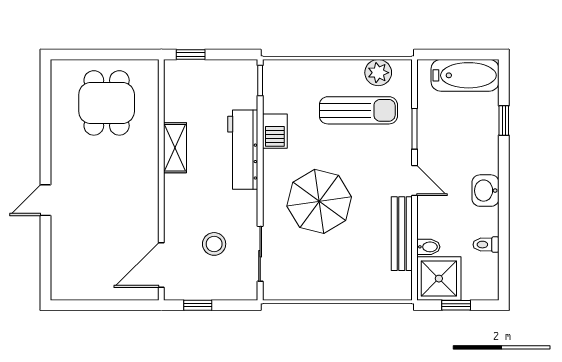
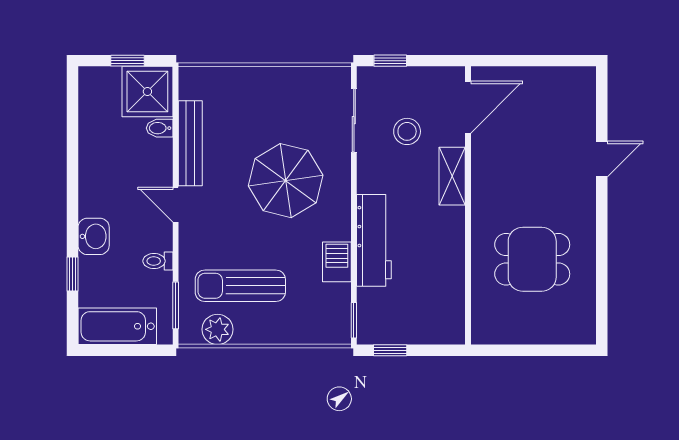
window: (191, 55) -> (390, 350), moved
dining table: (107, 103) -> (532, 259), moved, turned 90
window: (414, 129) -> (176, 305), moved
shelving: (175, 148) -> (452, 176), moved
washbasin: (485, 191) -> (94, 236), moved
door: (46, 200) -> (602, 159), moved
toilet: (486, 245) -> (158, 261), moved, turned 180
window: (198, 305) -> (390, 61), moved

